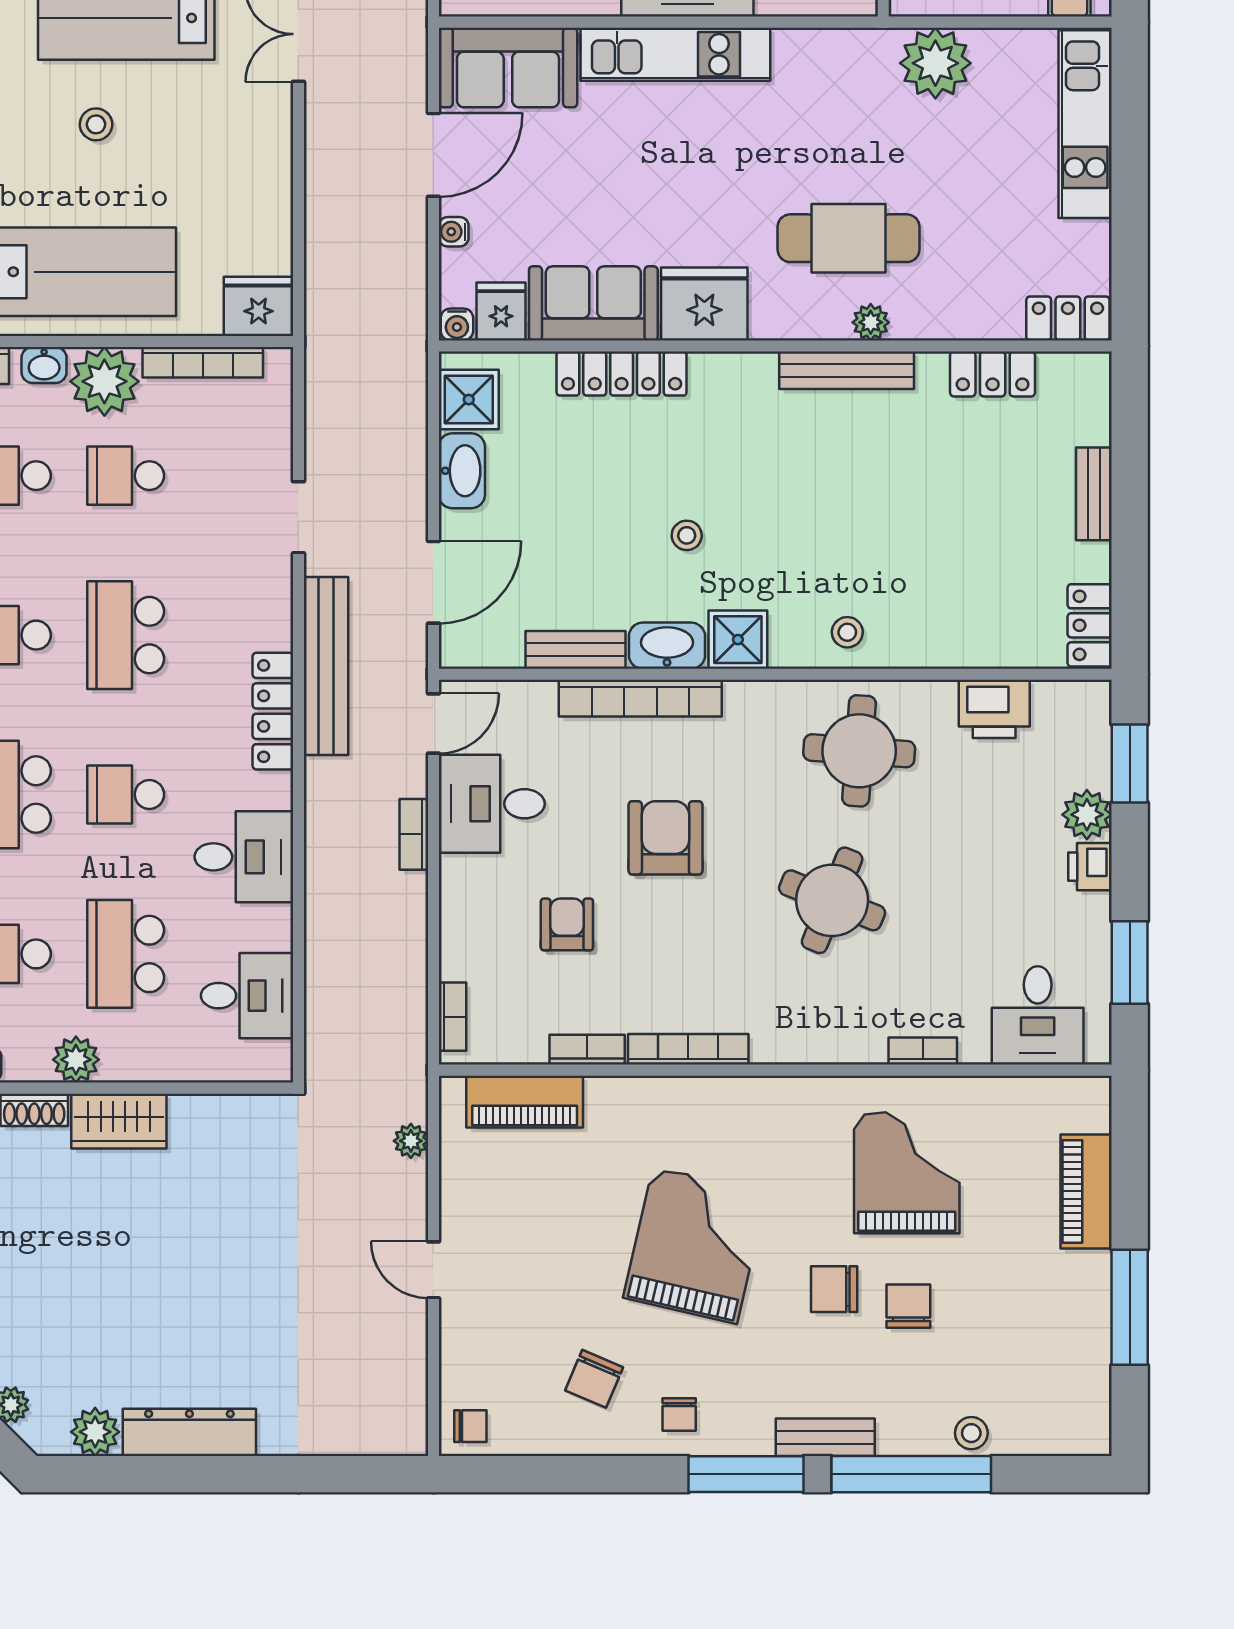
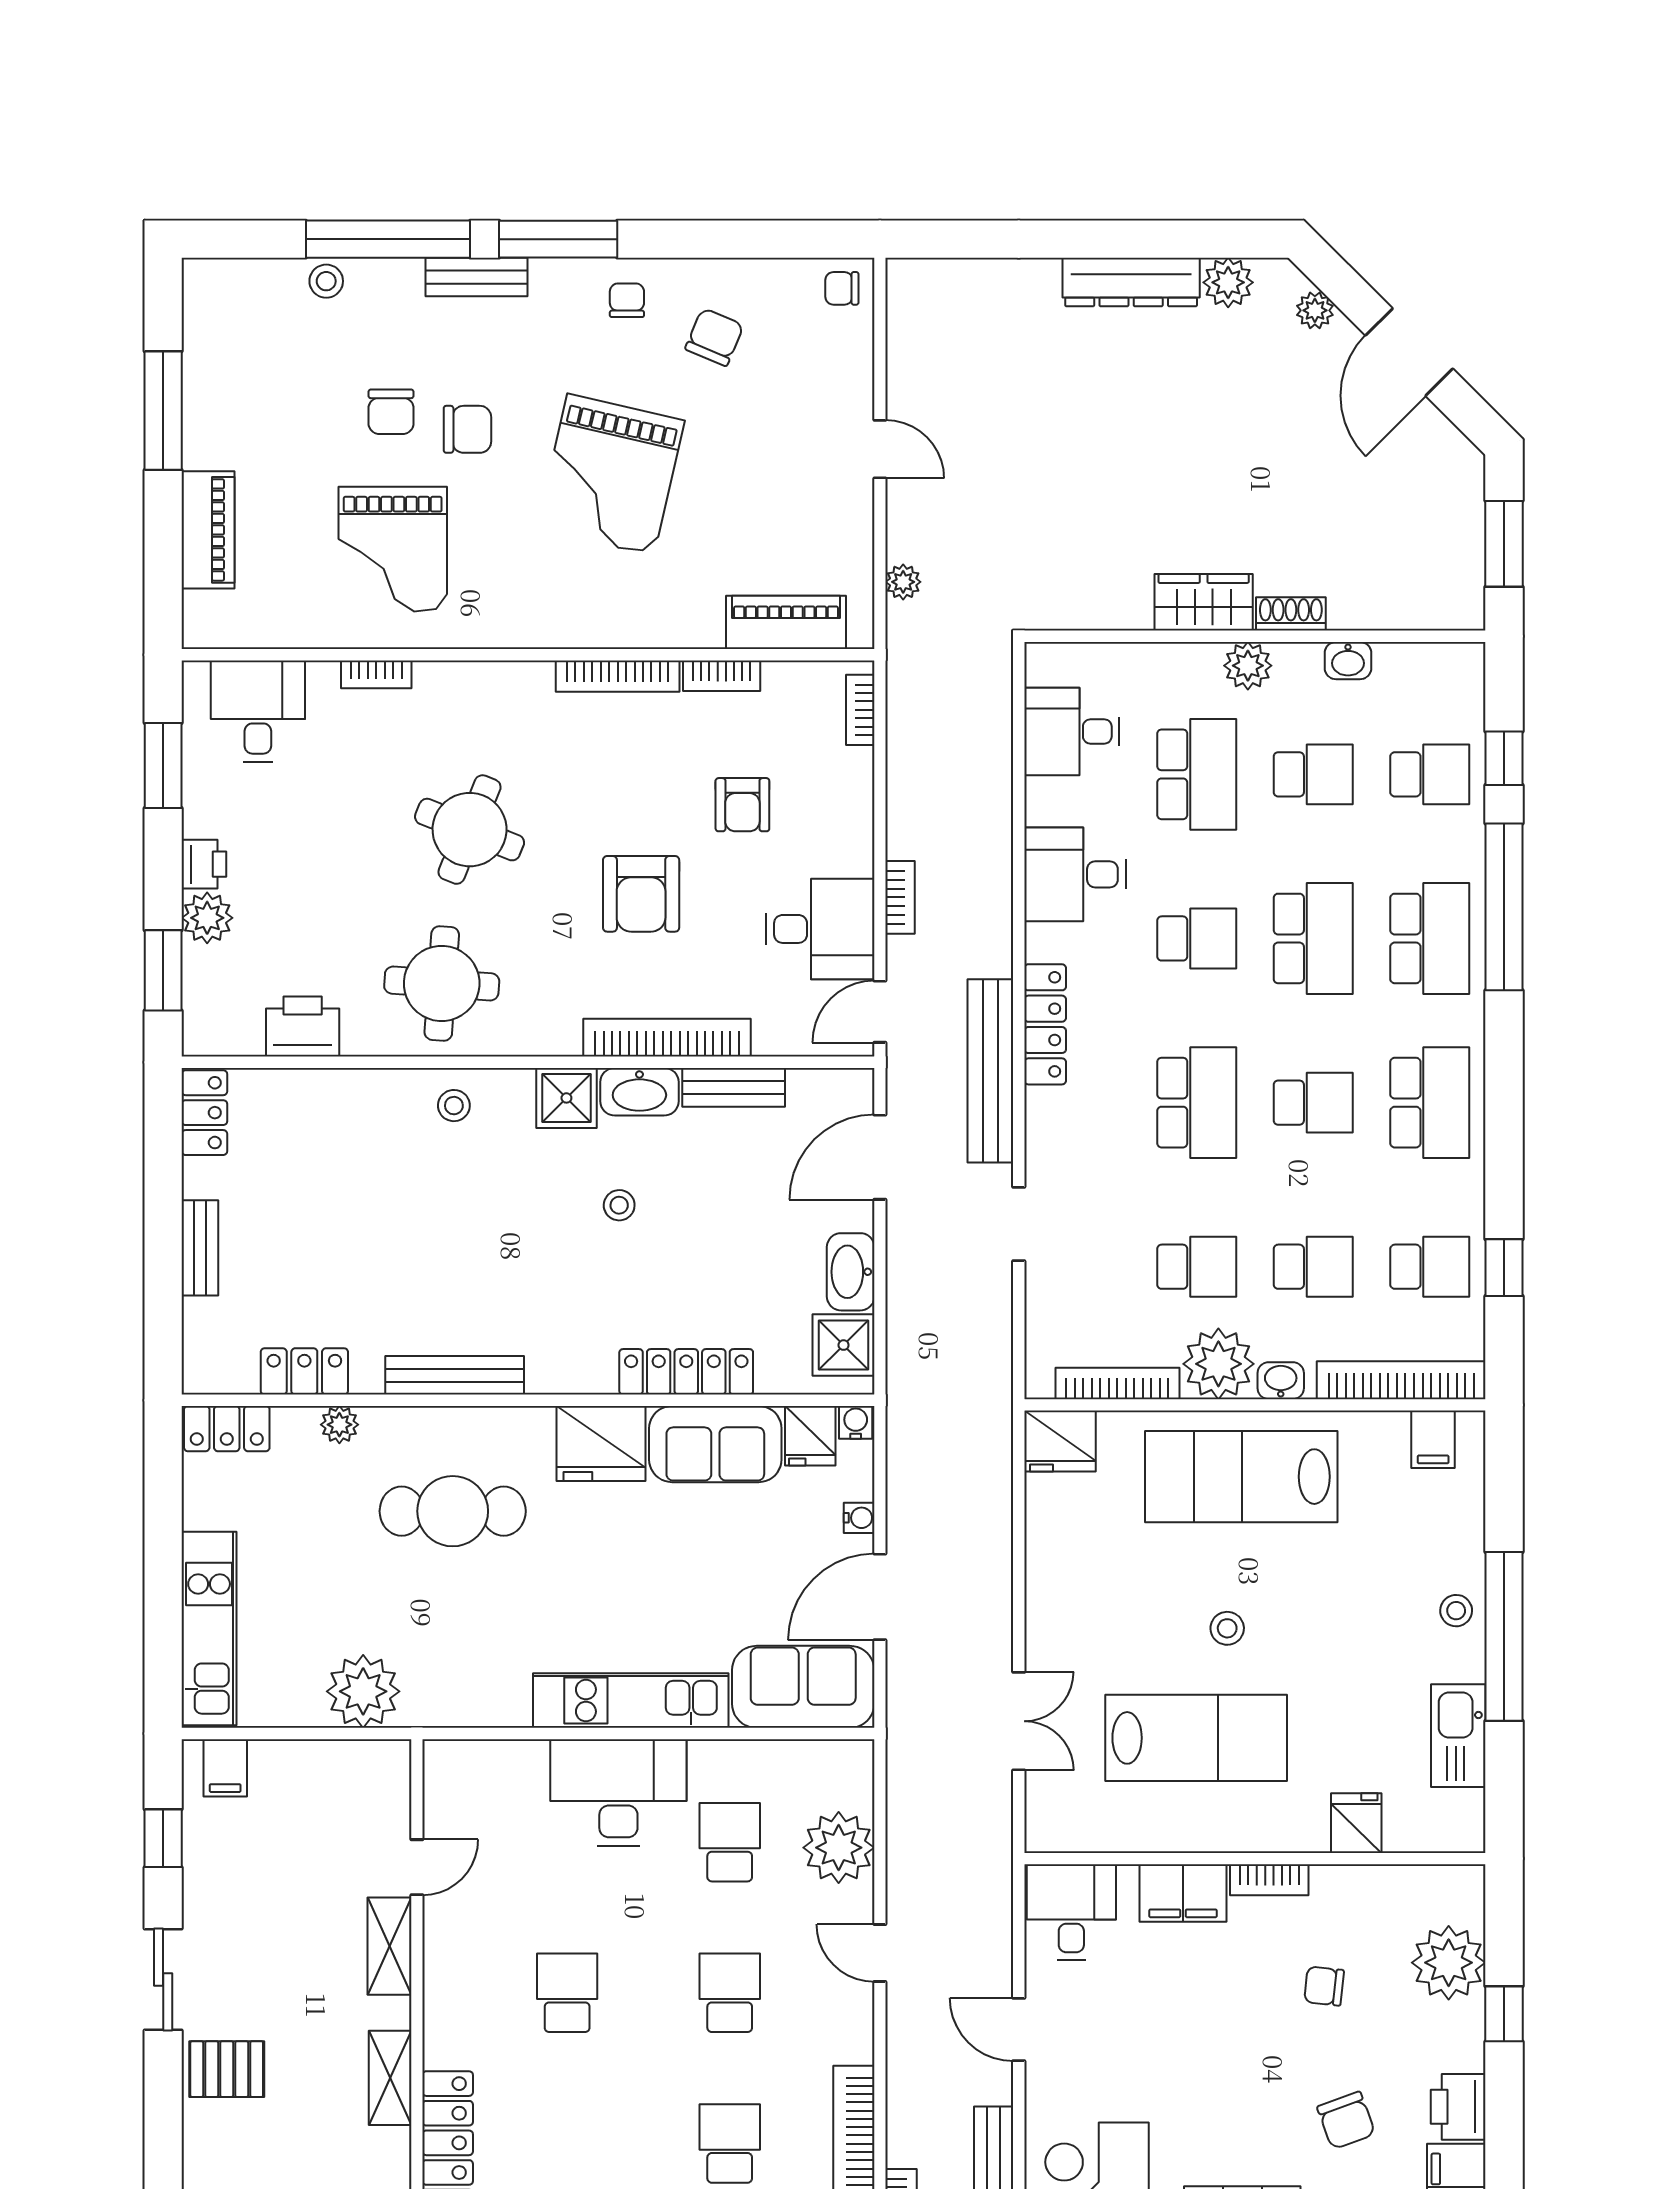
plant: (871, 322) -> (339, 1425), moved

